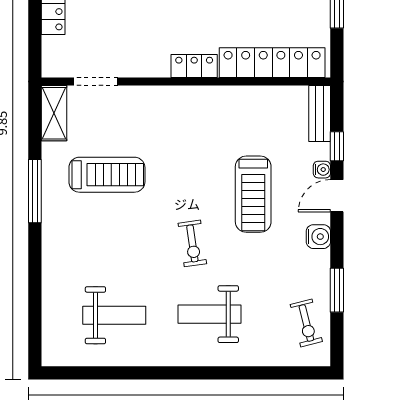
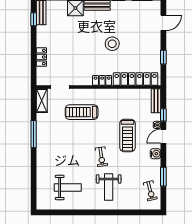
treadmill: (107, 175) -> (82, 112), moved, turned 180
weight bench: (209, 314) -> (109, 187), turned -90

